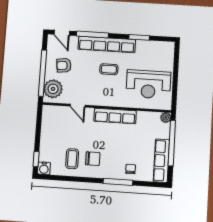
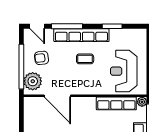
reception desk: (148, 84) -> (124, 71), turned 90
door: (78, 106) -> (57, 96), width x1.87
row of seats: (115, 116) -> (116, 103), moved

